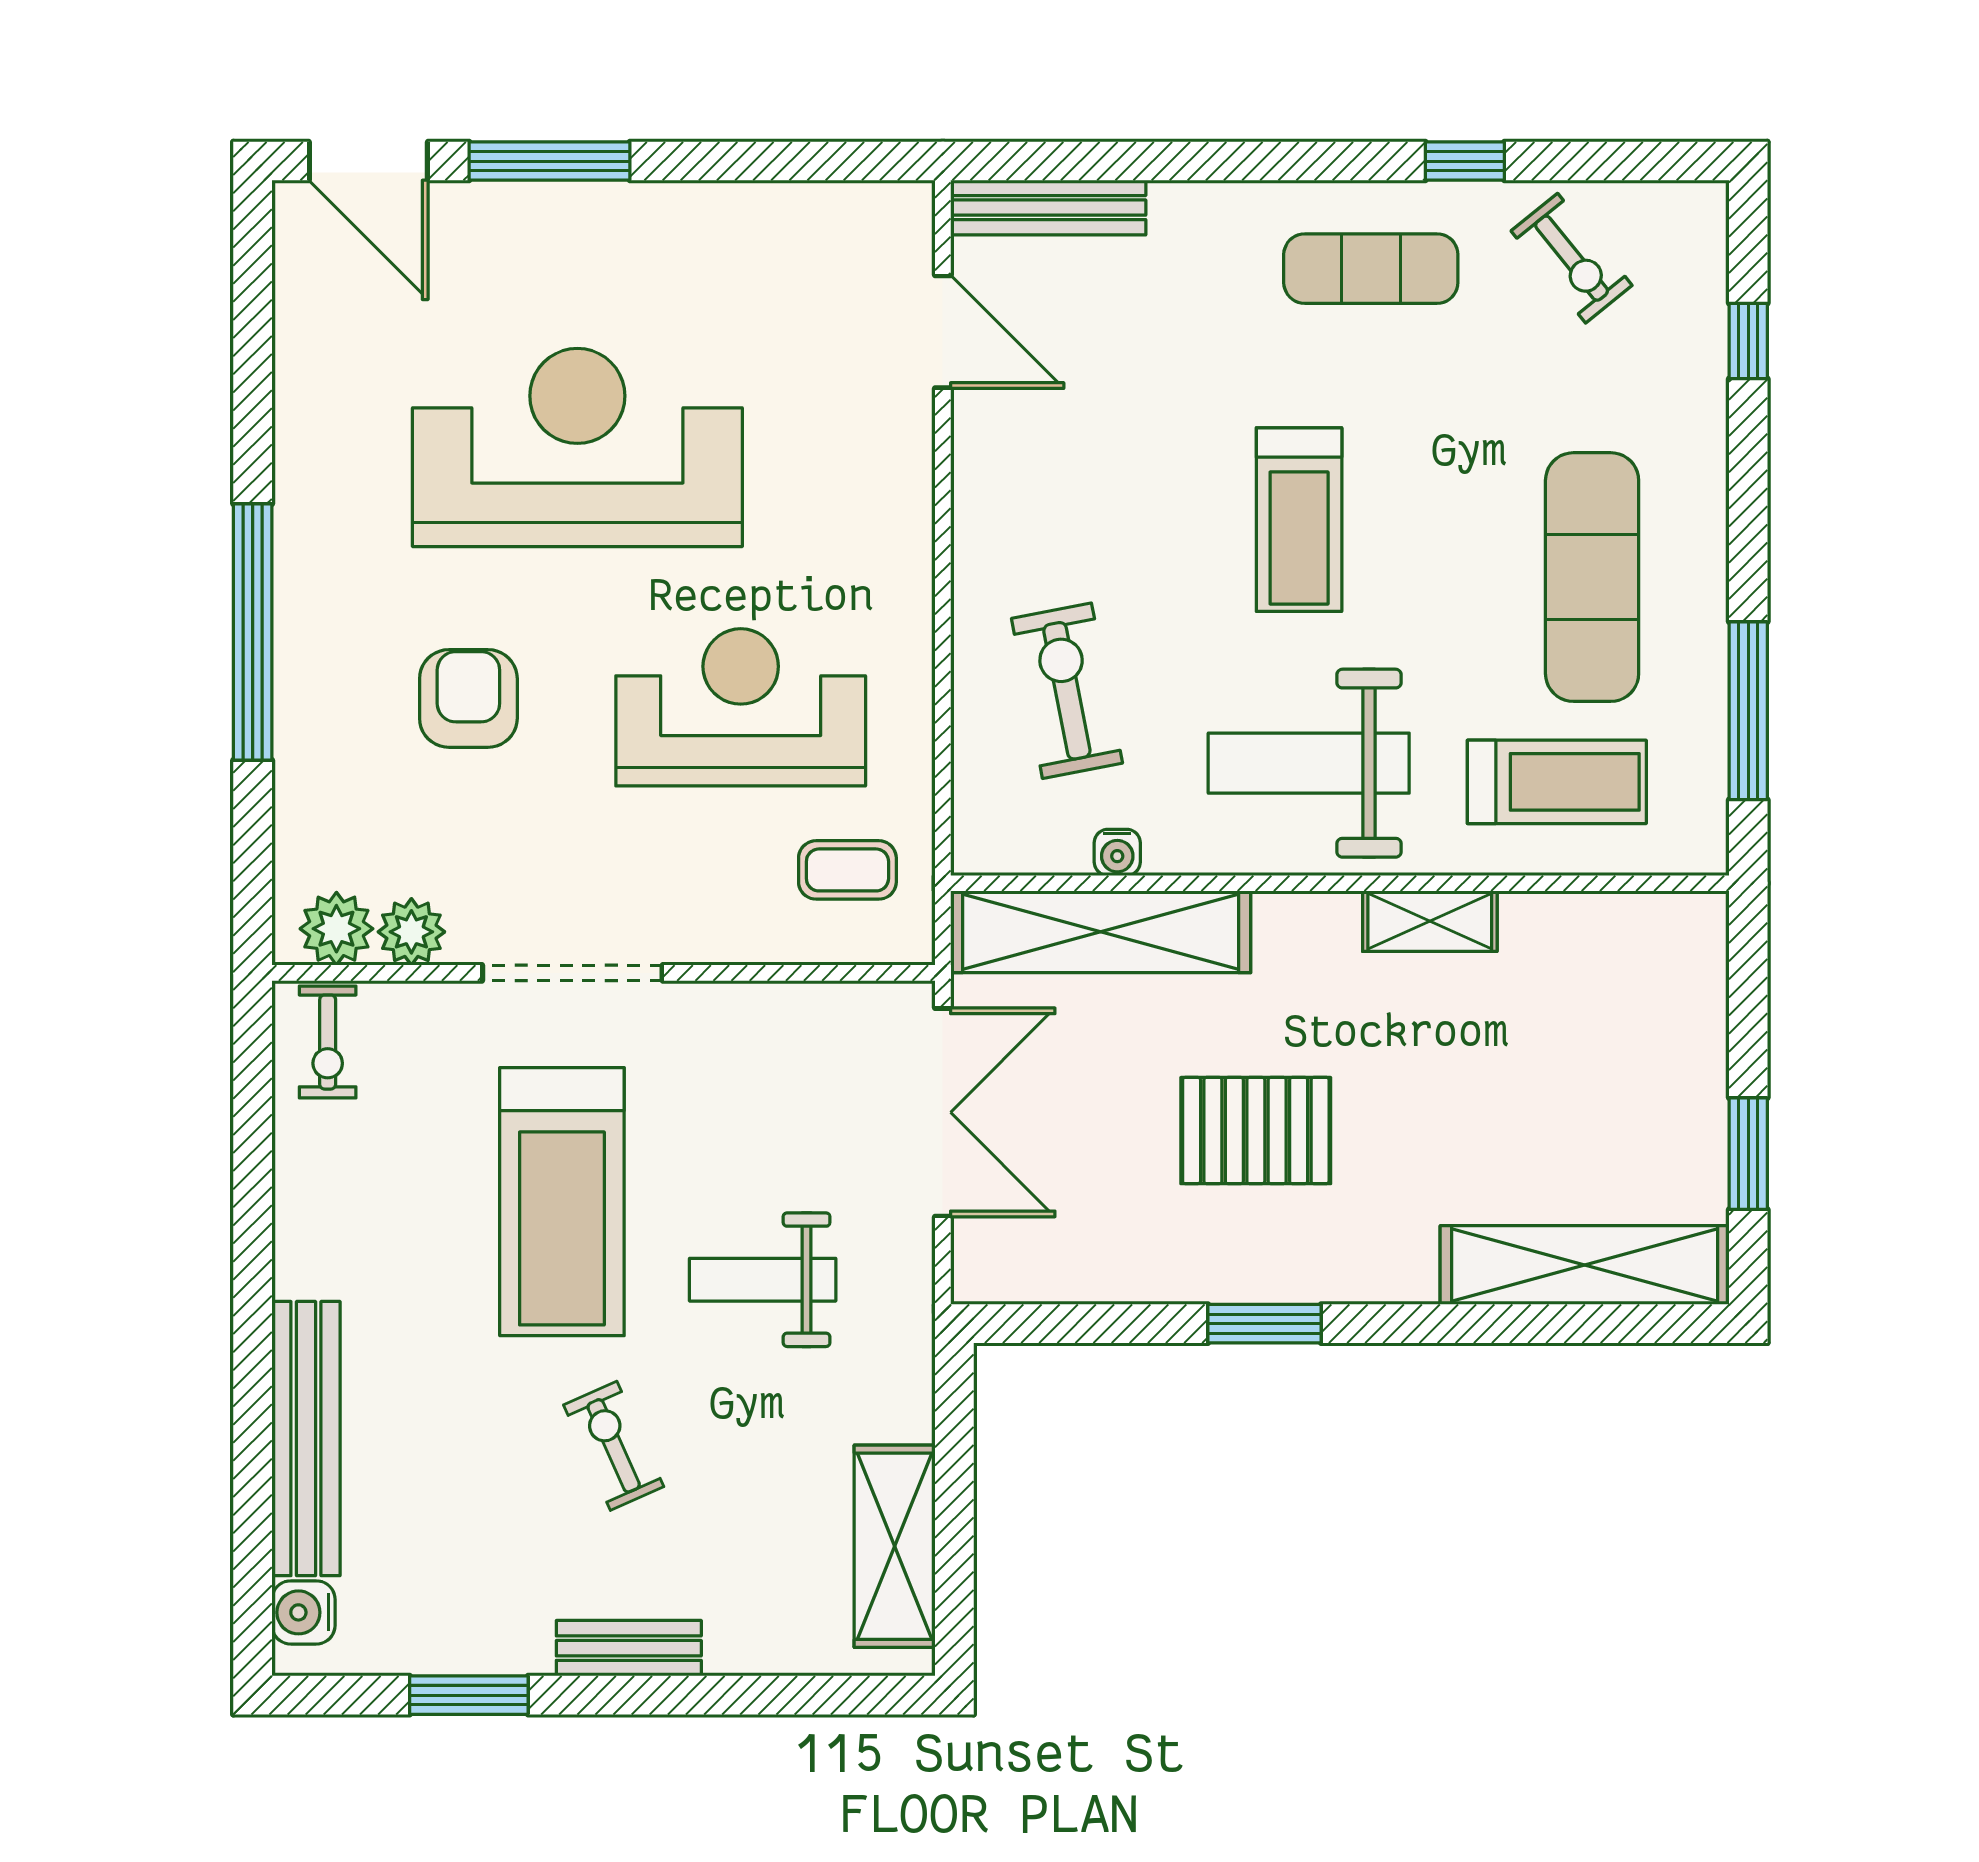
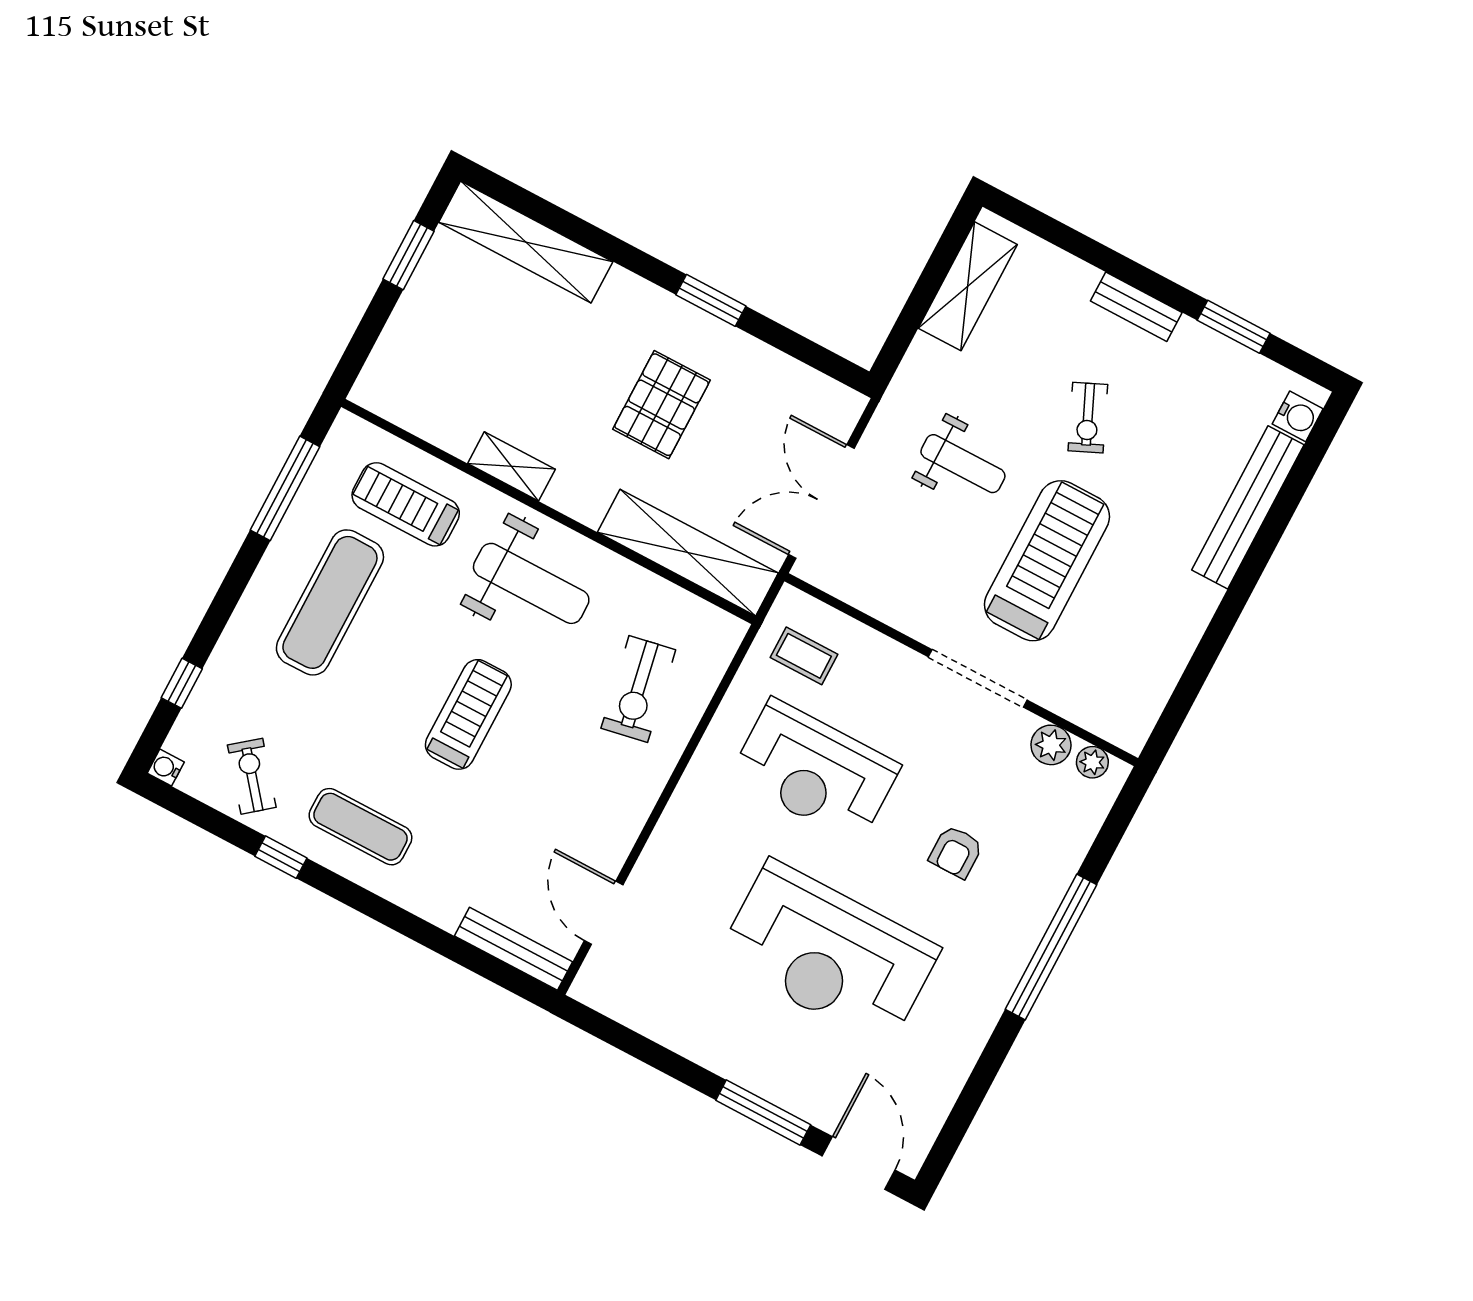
armchair: (468, 698) -> (956, 852), width x0.72, depth x0.72
water cooler: (1117, 852) -> (166, 768), moved, turned -90
plant: (336, 929) -> (1092, 762), width x0.73, depth x0.73
exercise bike: (328, 1042) -> (1126, 710), removed
pallet: (1256, 1131) -> (662, 405), turned 90

